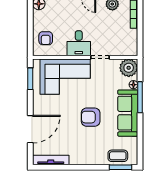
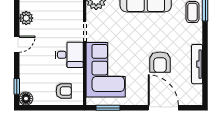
armchair: (91, 117) -> (160, 62), moved
tv unit: (51, 160) -> (197, 64), moved

